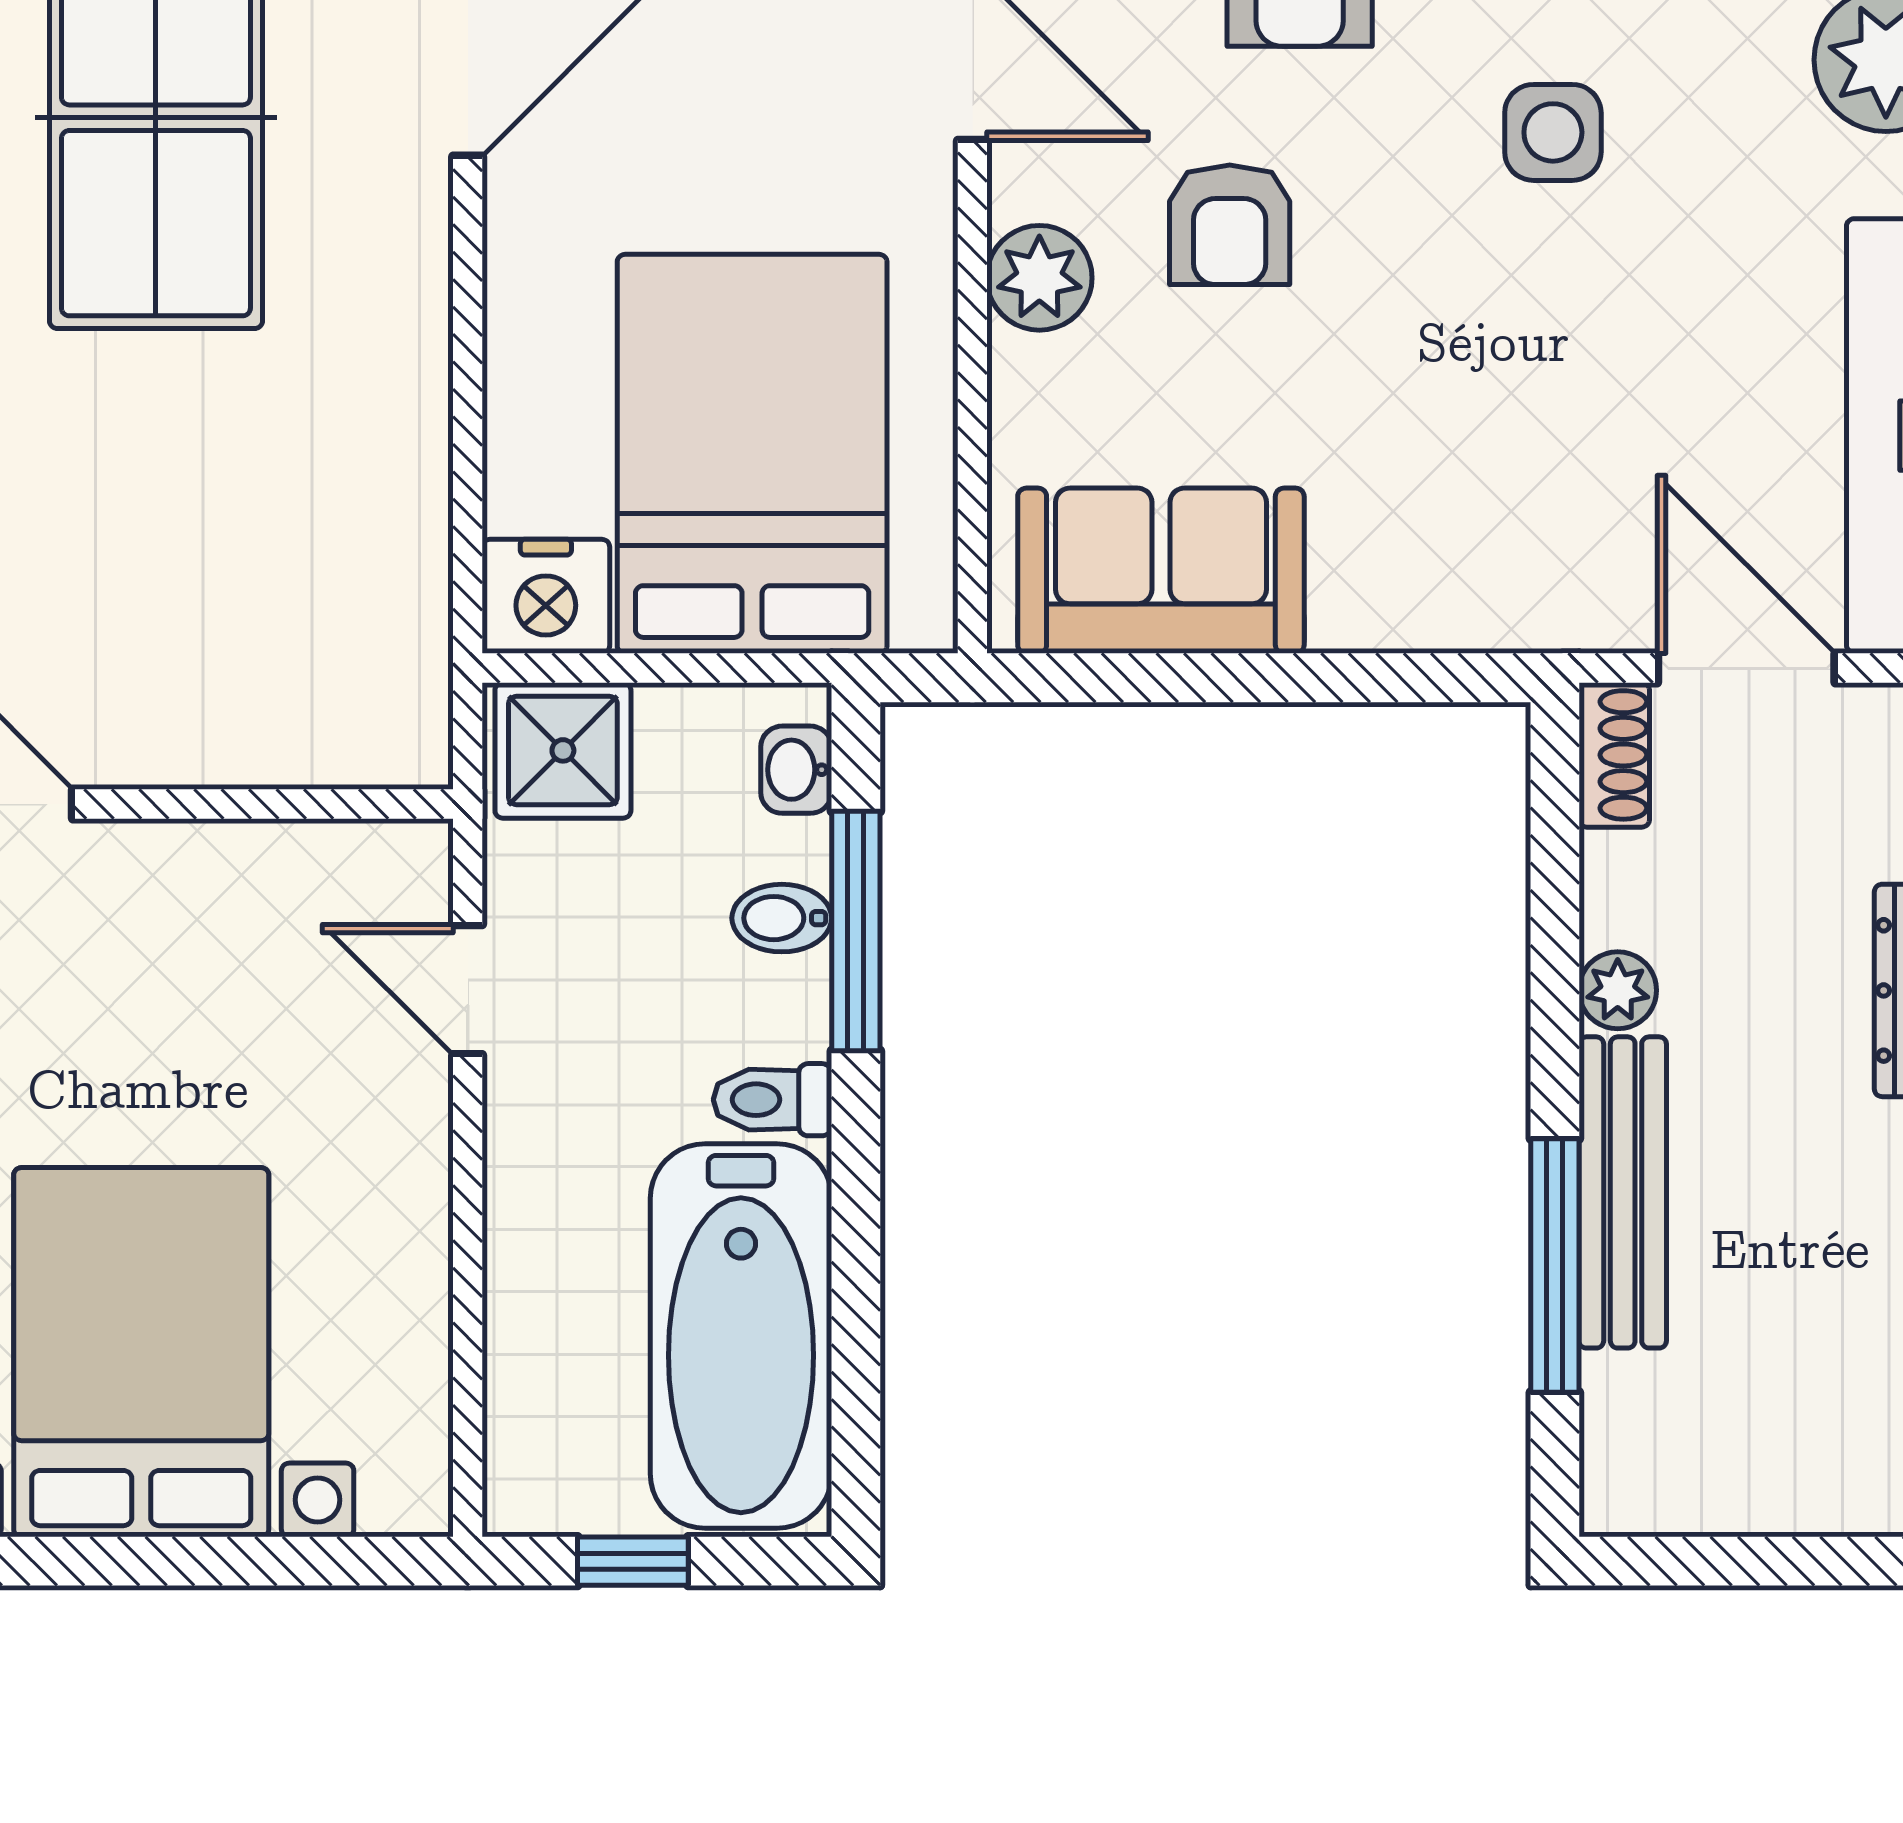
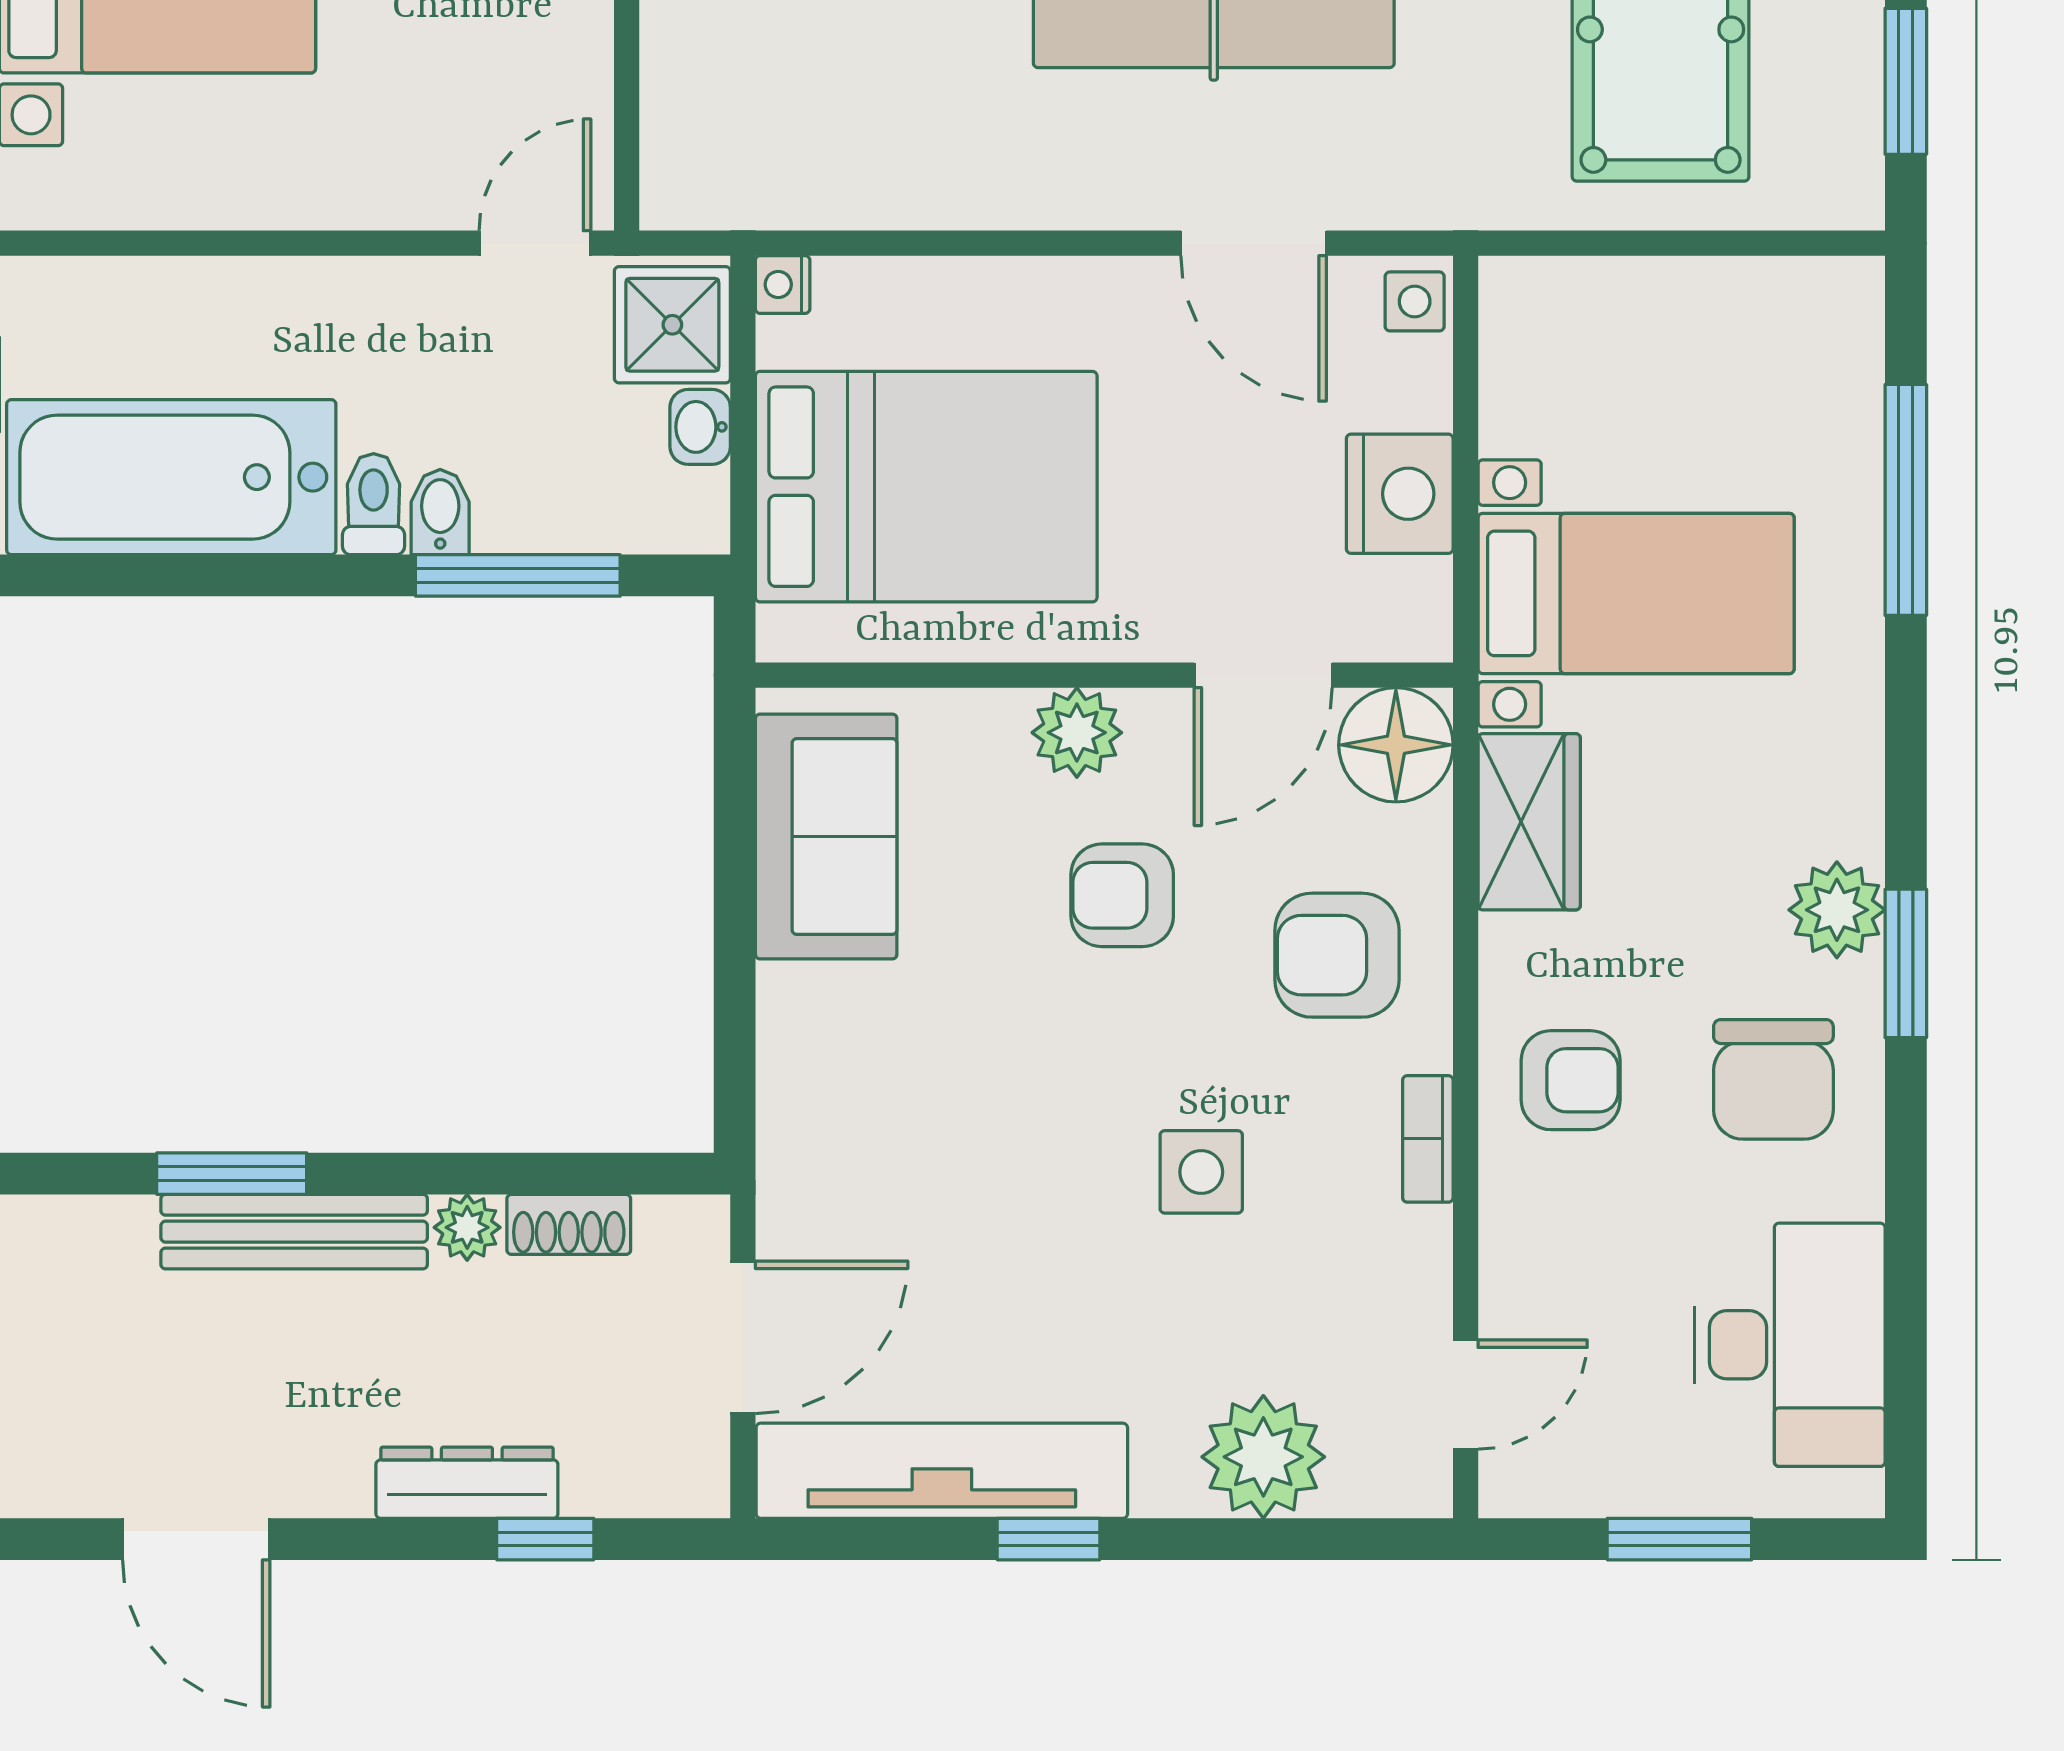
nightstand: (546, 596) -> (783, 285), width x0.53, depth x0.56
shoe rack: (1614, 755) -> (569, 1224), moved
washbasin: (796, 770) -> (700, 427), moved, turned -90
bidet: (782, 918) -> (440, 512), moved
door: (468, 990) -> (535, 243), moved
window: (1555, 1265) -> (232, 1174), width x0.69

